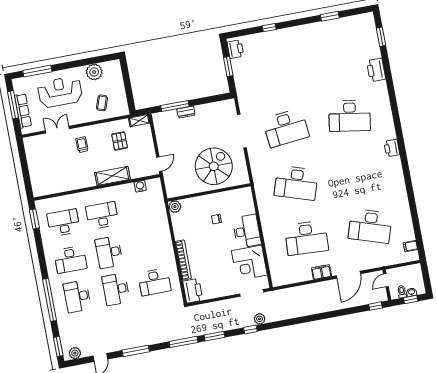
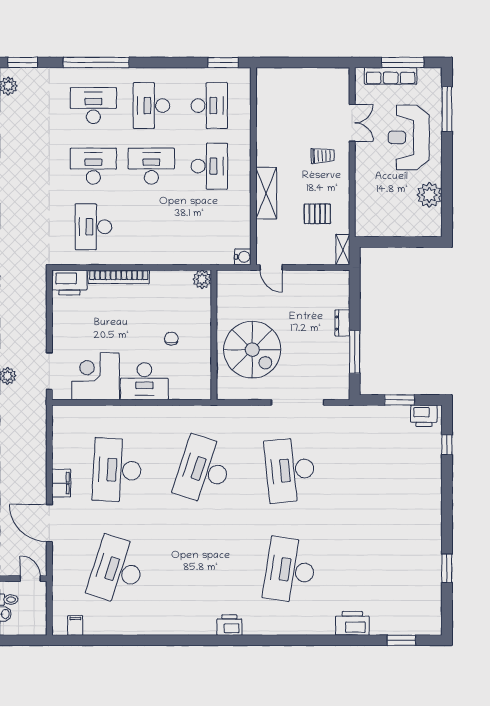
window: (269, 28) -> (447, 445), moved
reception desk: (60, 92) -> (409, 137), turned 180
coffee table: (102, 103) -> (380, 198), removed
window: (175, 106) -> (355, 352), moved
water cooler: (140, 186) -> (243, 257), moved

